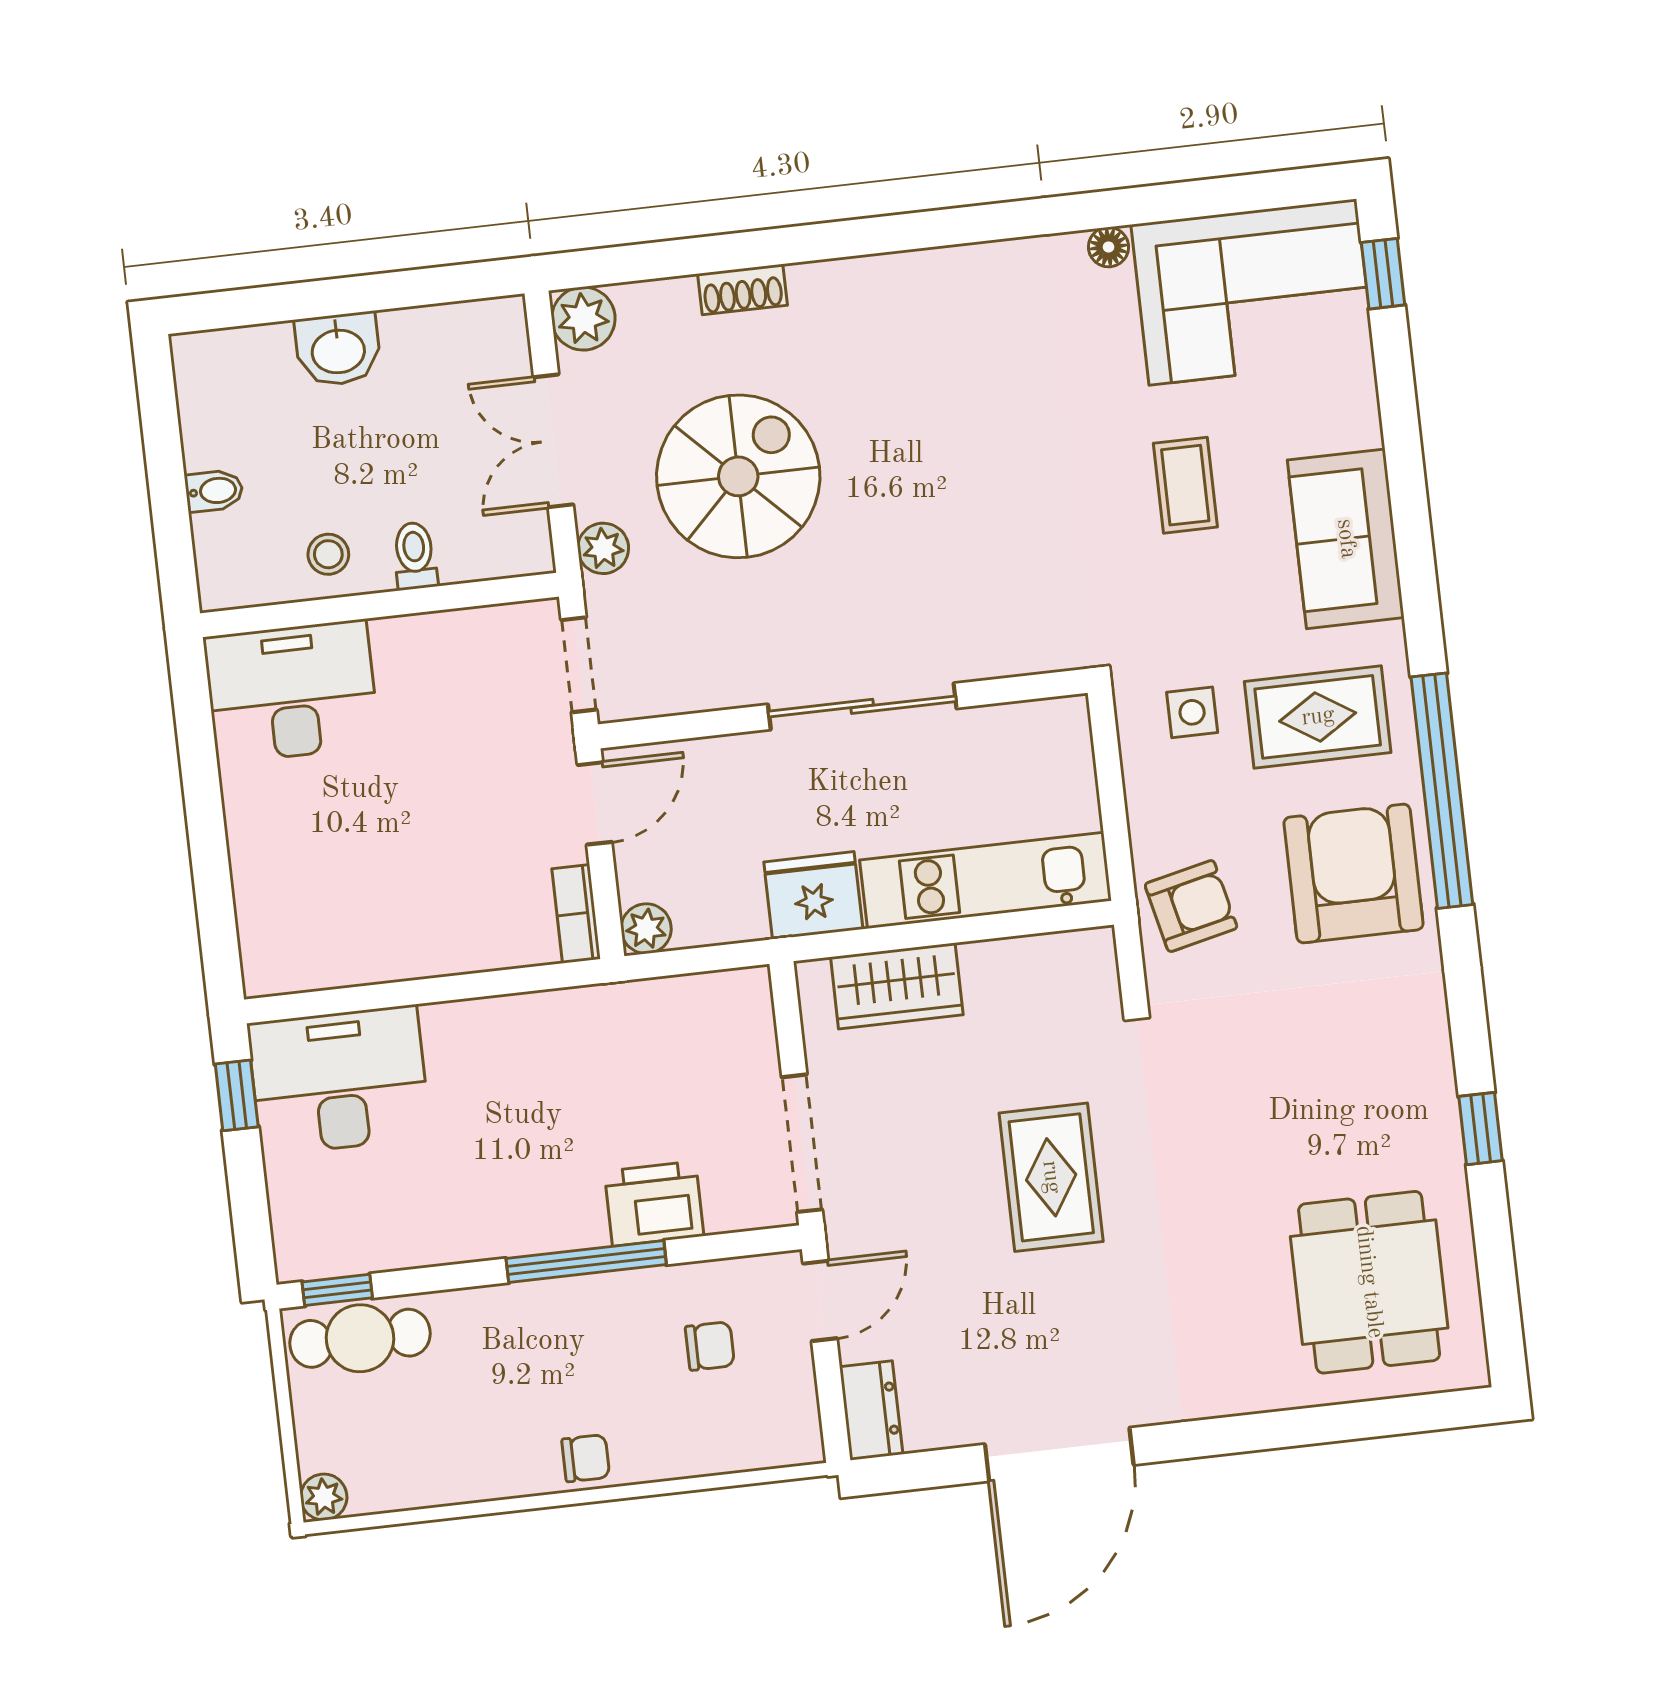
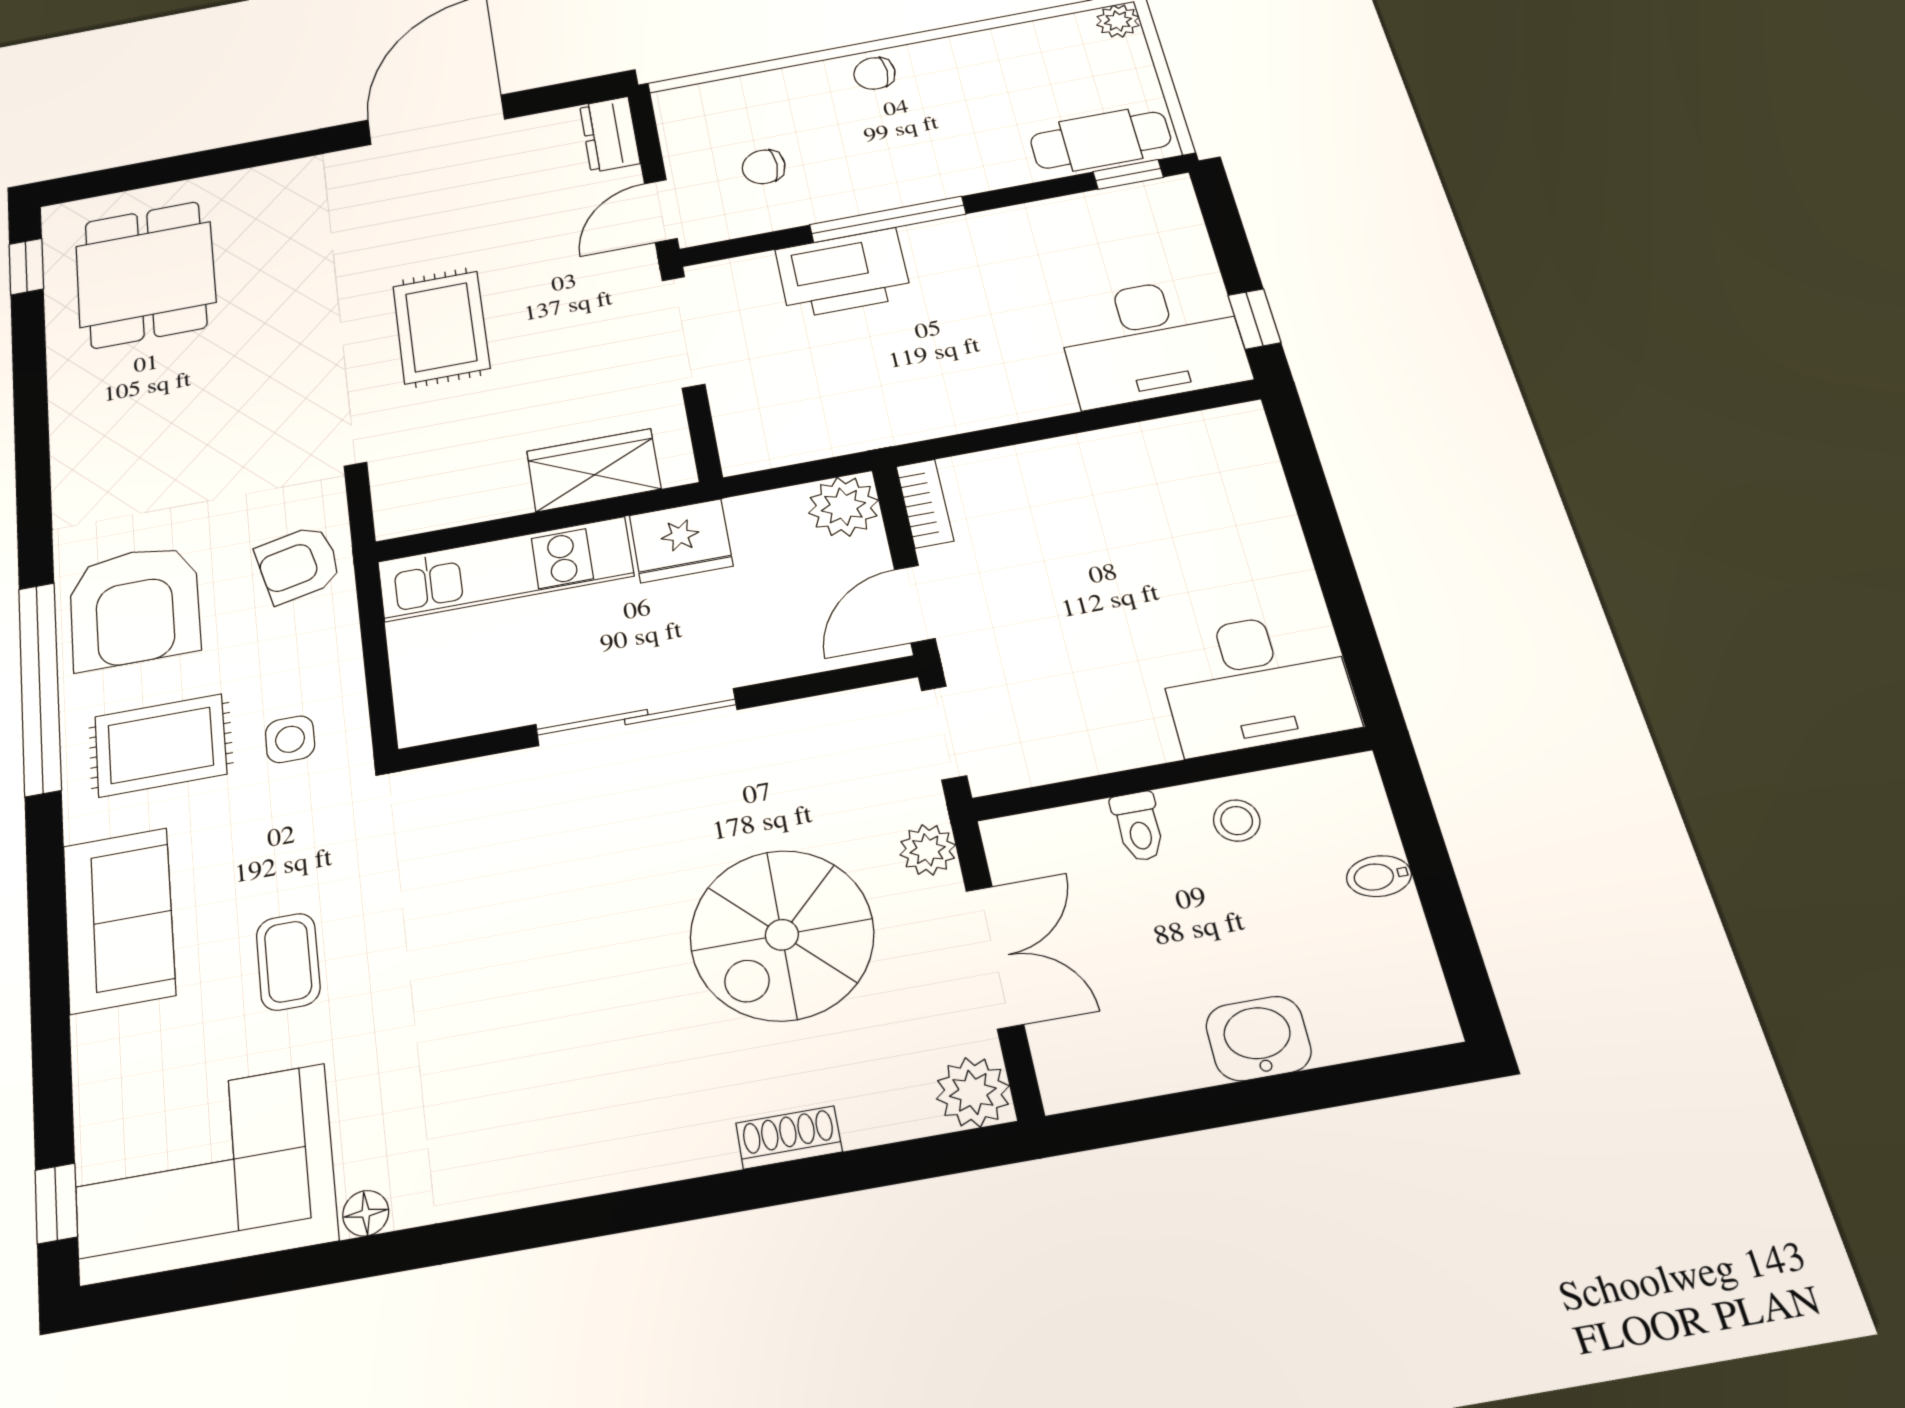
plant: (646, 929) -> (843, 507), width x1.38, depth x1.38
window: (1480, 1129) -> (26, 267), moved
printer: (654, 1204) -> (843, 273), width x1.37, depth x1.19

